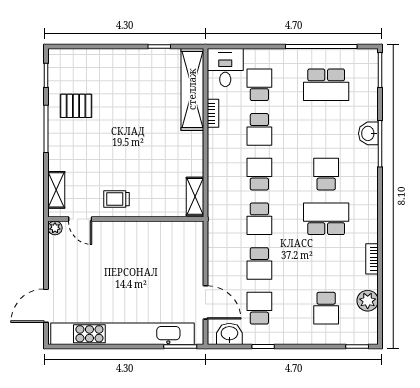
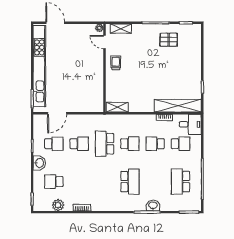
pallet: (76, 106) -> (169, 40), turned 90
school desk: (326, 174) -> (130, 182), width x1.85
door: (80, 219) -> (104, 42), hinge flipped
school desk: (259, 219) -> (105, 144), width x1.85
school desk: (326, 219) -> (105, 182), removed
school desk: (259, 263) -> (79, 144), turned 180
washbasin: (229, 334) -> (39, 163), moved

